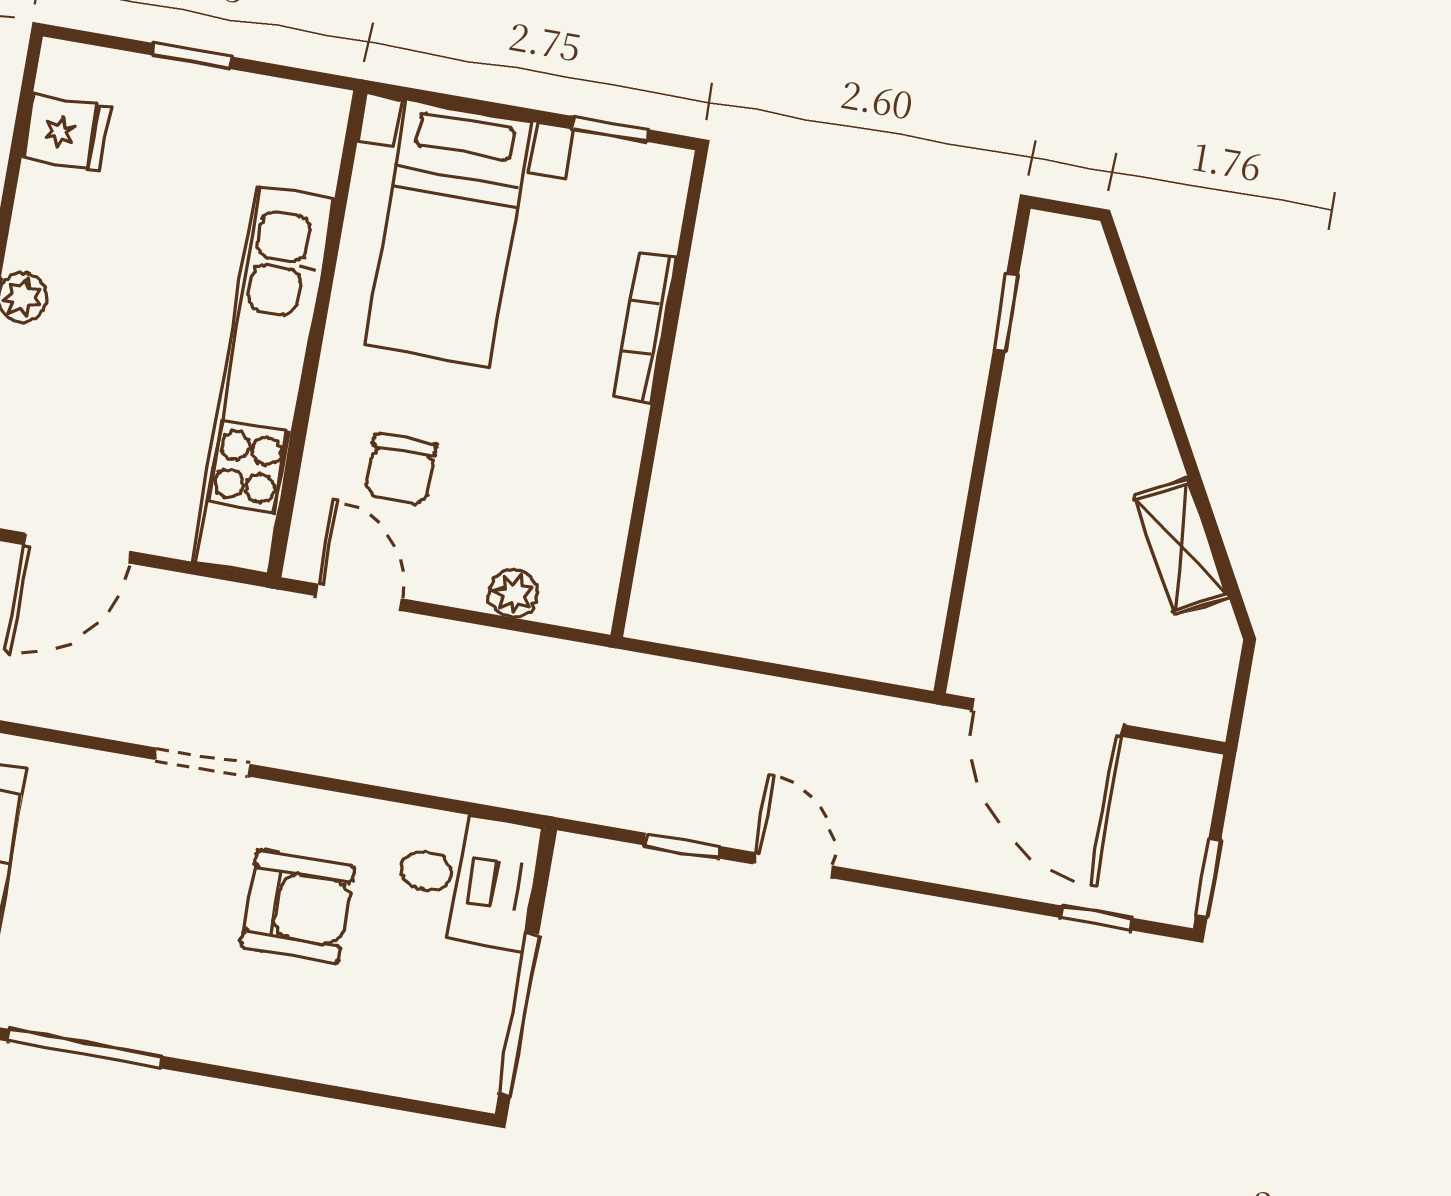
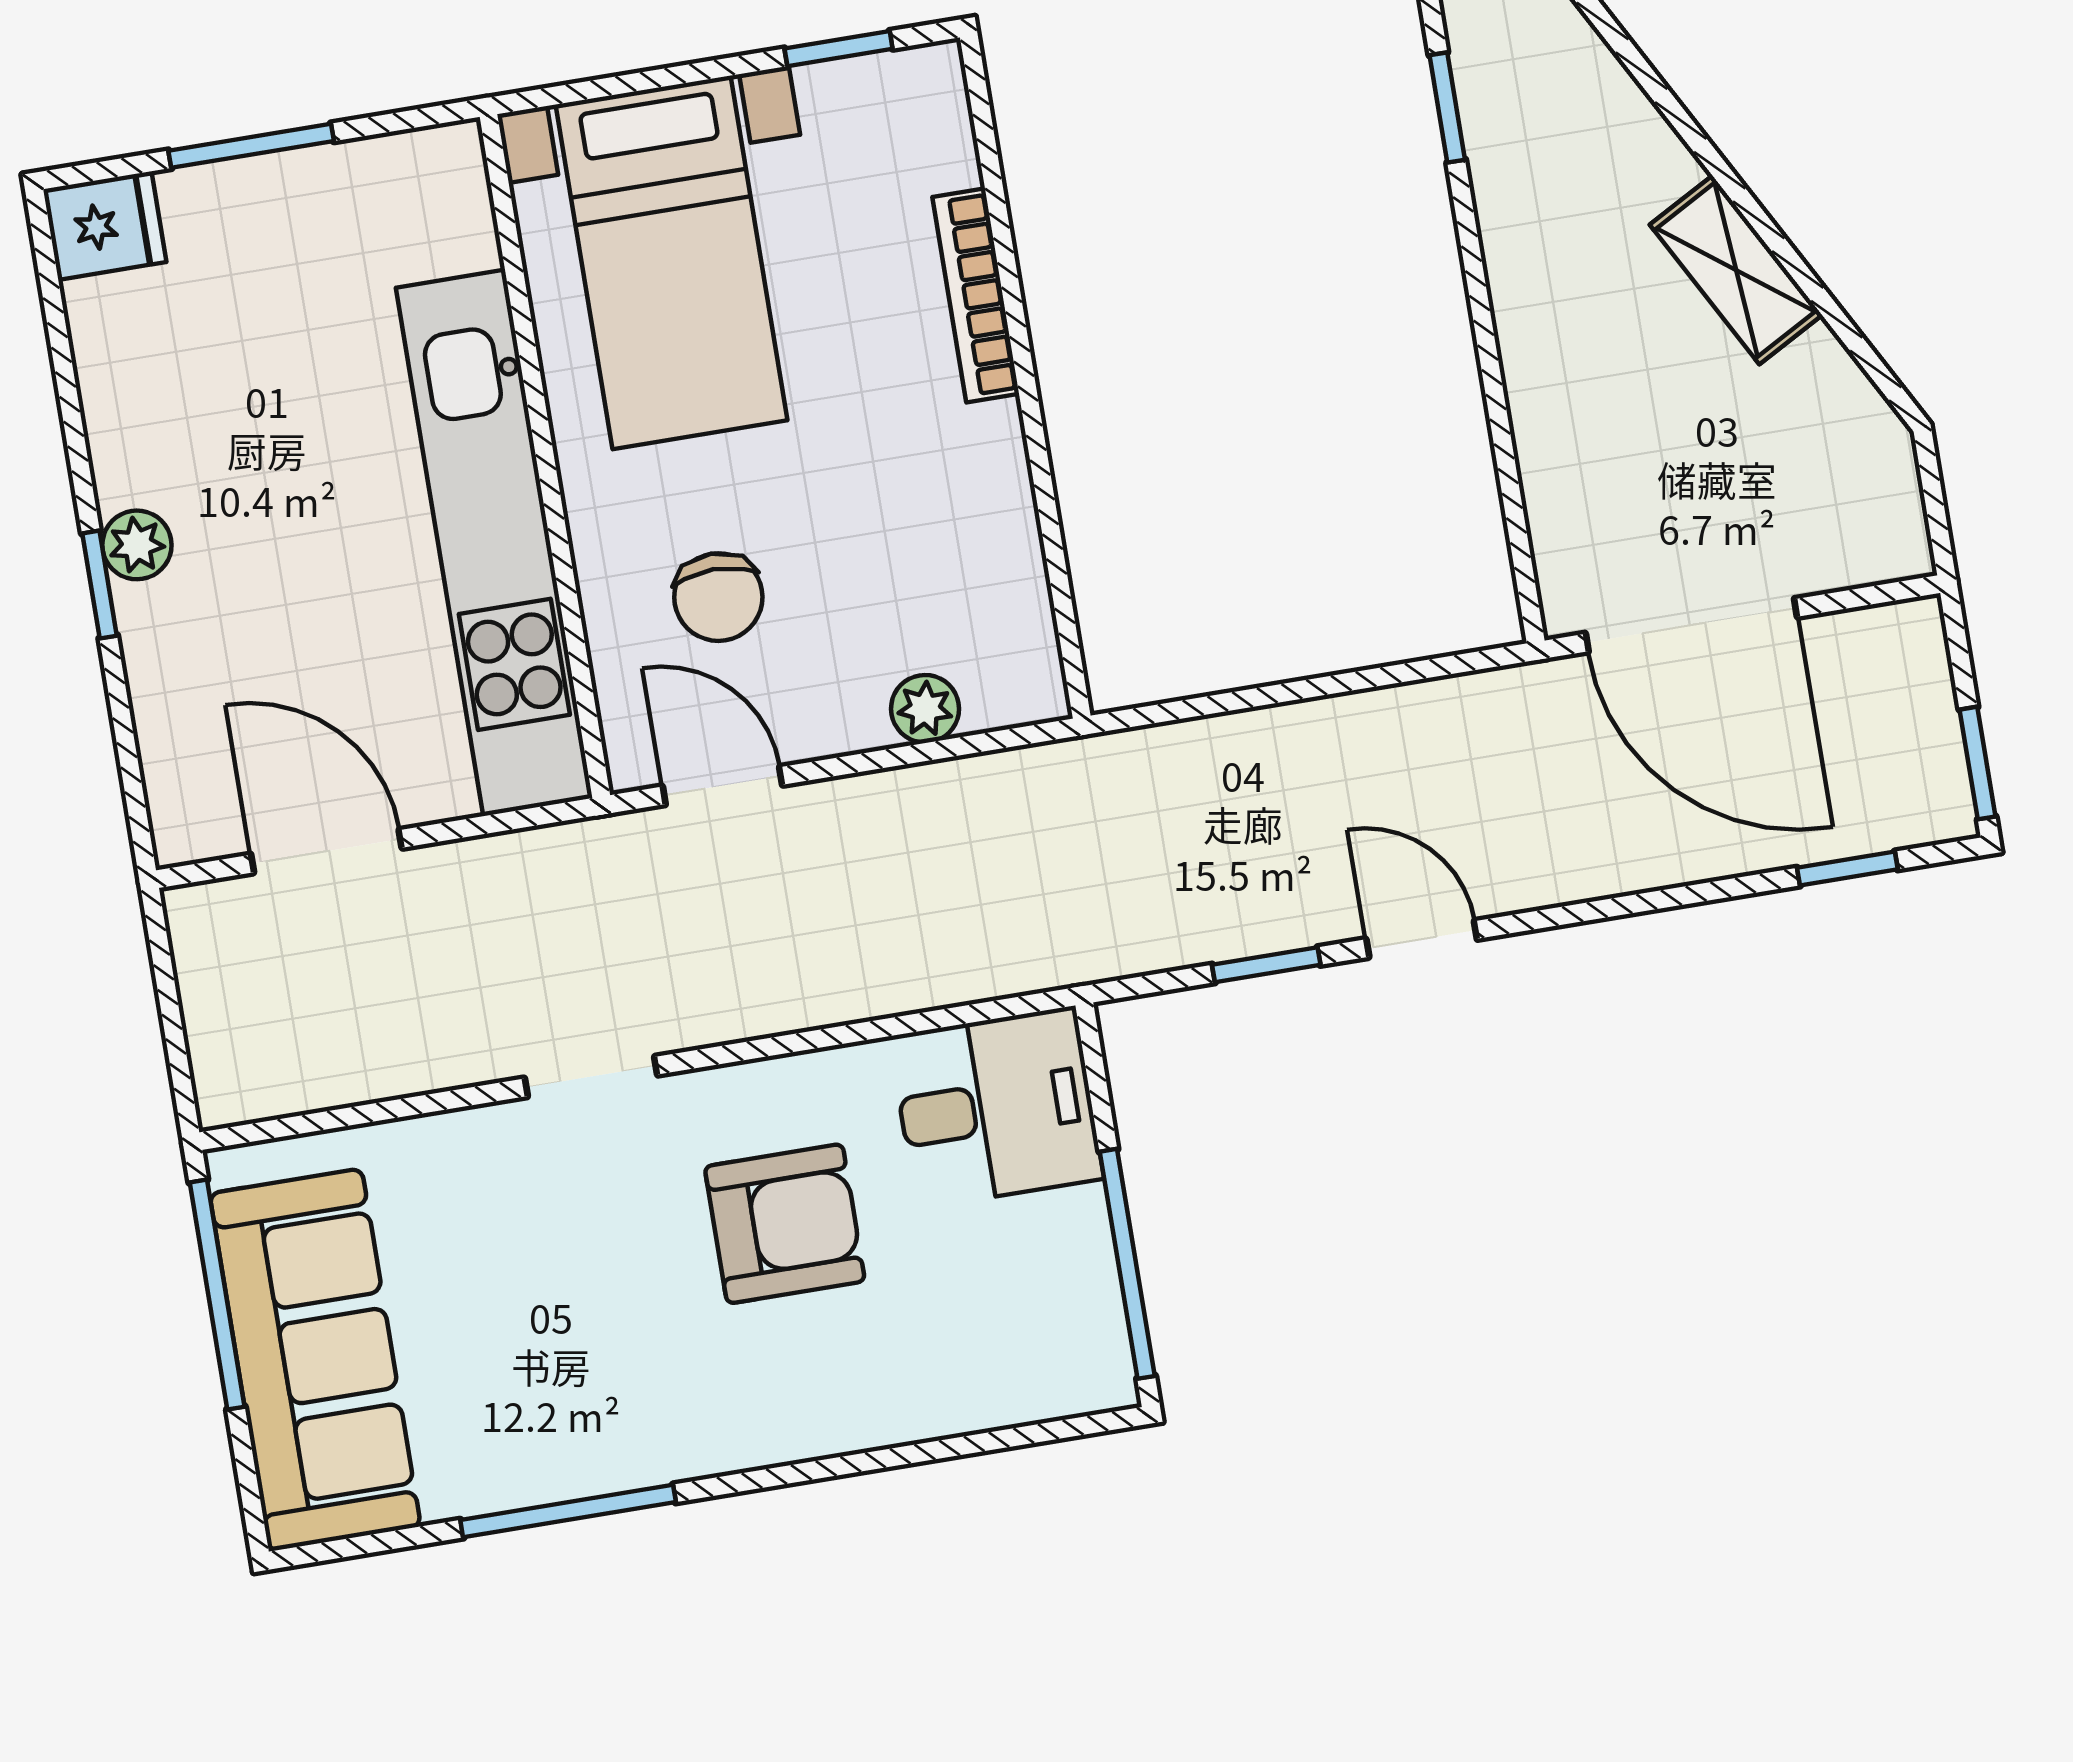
window: (193, 56) -> (251, 146), width x1.50
fridge: (66, 133) -> (105, 226), moved
shelving: (1181, 547) -> (1736, 270), moved
door: (77, 548) -> (326, 851), swing flipped

